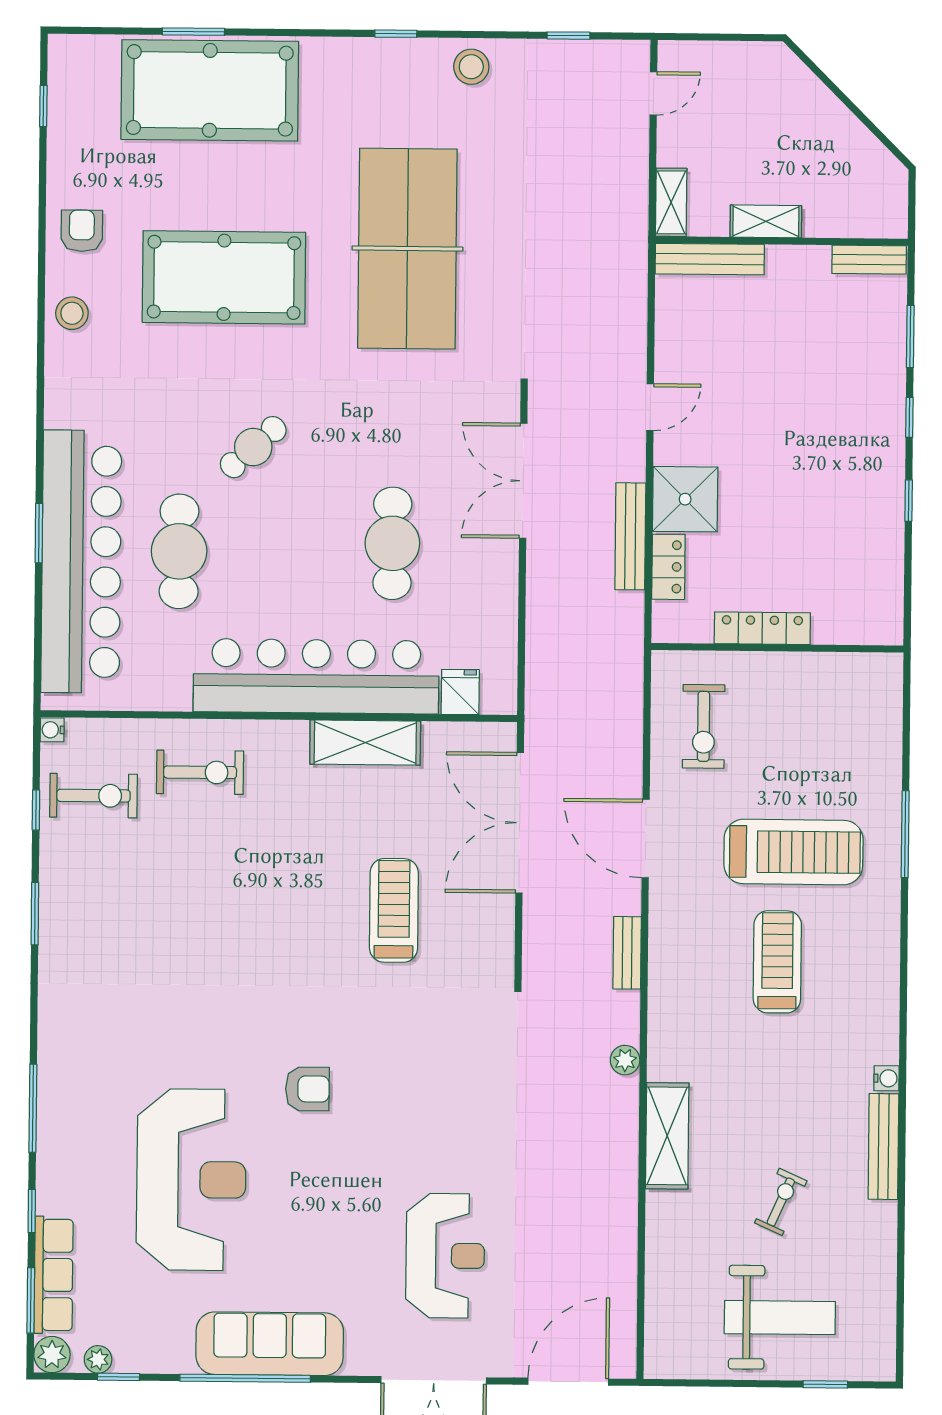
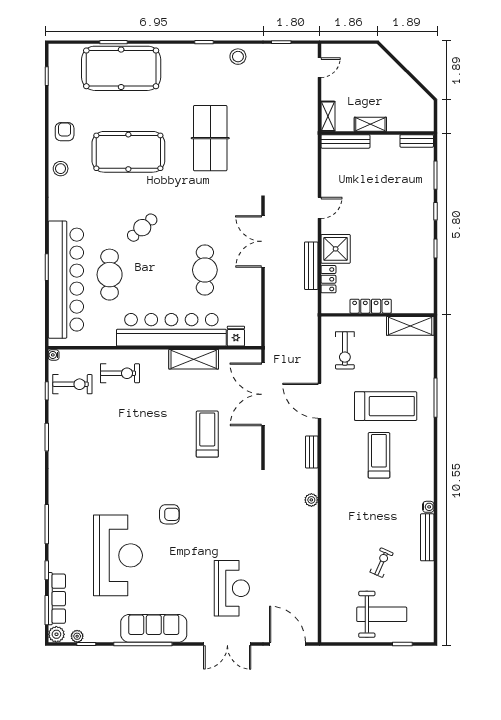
table tennis table: (407, 249) -> (210, 138), width x0.73, depth x0.76
shelving: (667, 1136) -> (410, 326), moved, turned 90
door: (568, 1382) -> (287, 644), hinge flipped

